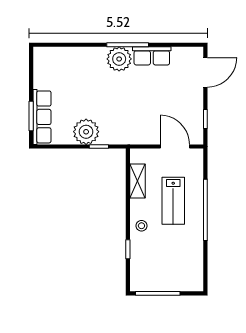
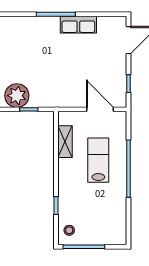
plant: (119, 59) -> (48, 28), removed
lab bench: (173, 201) -> (98, 160), turned 180
stool: (141, 226) -> (69, 230), moved

